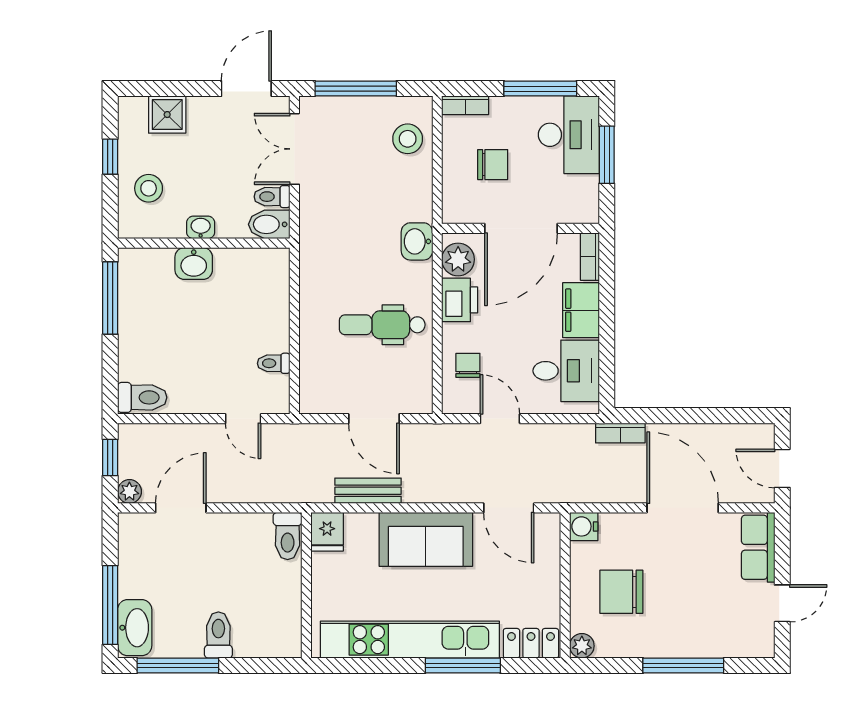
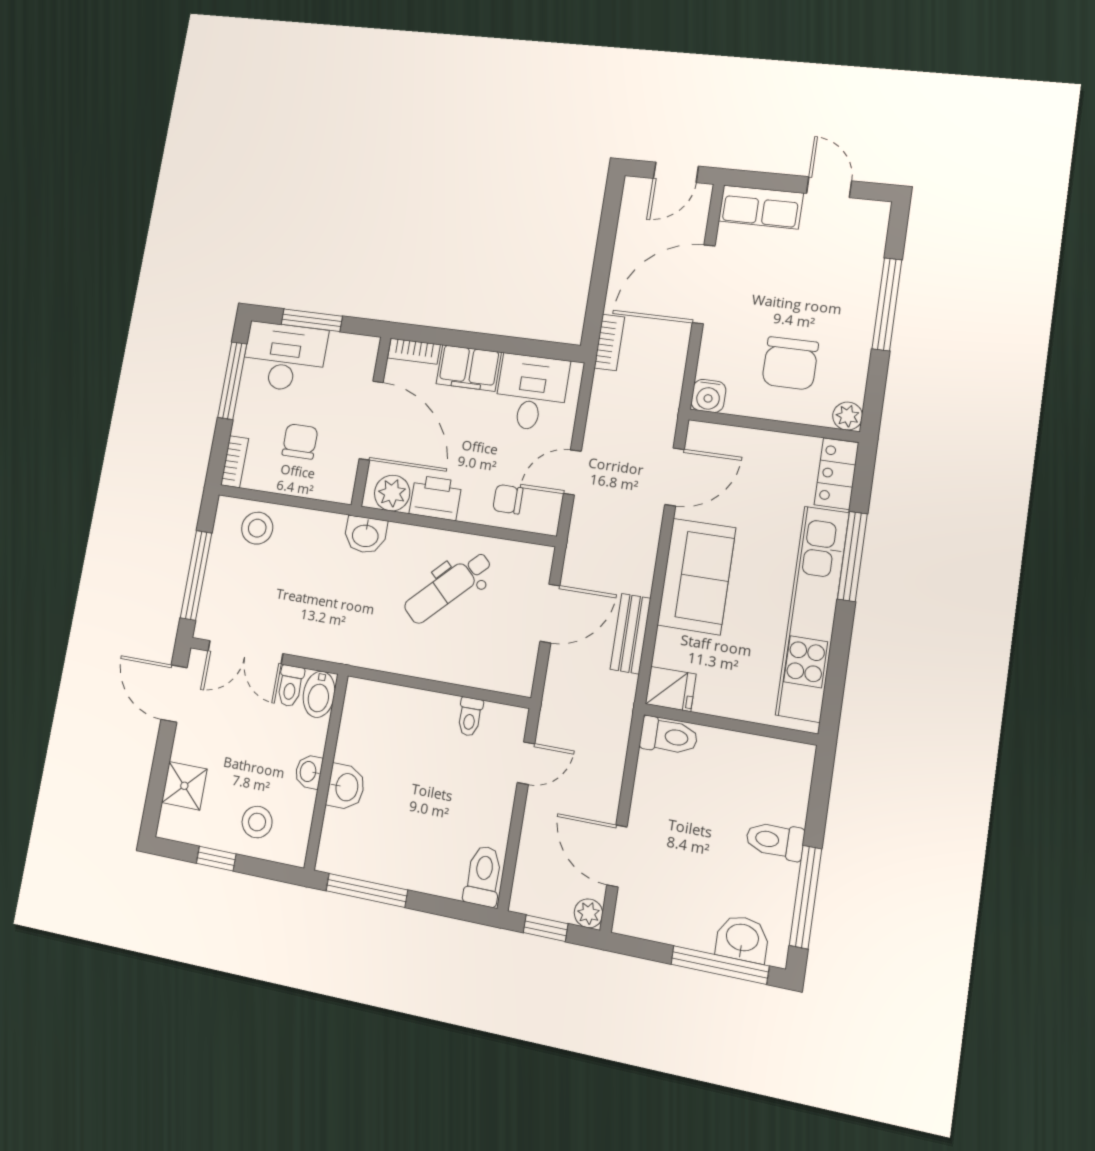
dental chair: (382, 325) -> (448, 587), turned 45
washbasin: (135, 628) -> (742, 939), width x0.72

